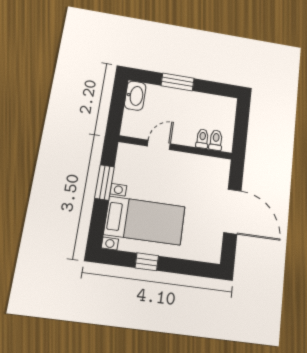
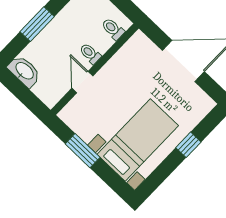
toilet: (202, 139) -> (90, 54), moved
window: (147, 262) -> (188, 145), moved

